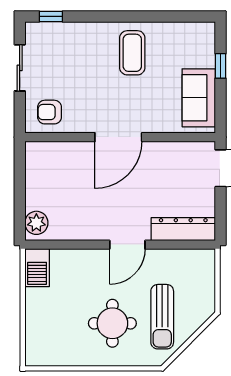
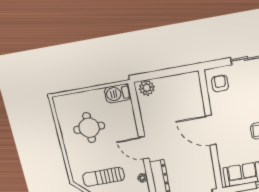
plant: (175, 256) -> (142, 178), added
round table: (112, 323) -> (89, 128), moved

